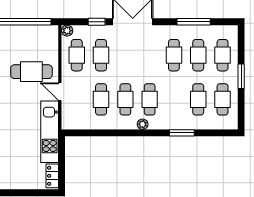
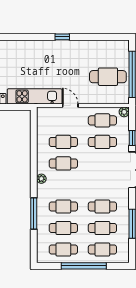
cafe table: (31, 72) -> (108, 77), moved, turned 90
window: (241, 76) -> (84, 266), width x2.11
door: (60, 92) -> (70, 106), hinge flipped
cafe table: (150, 99) -> (63, 206), moved
window: (182, 133) -> (34, 213), width x1.44

